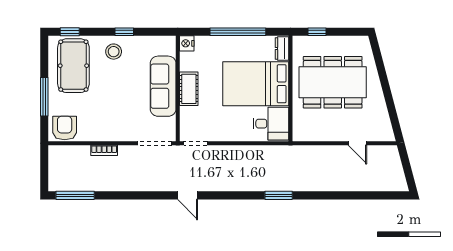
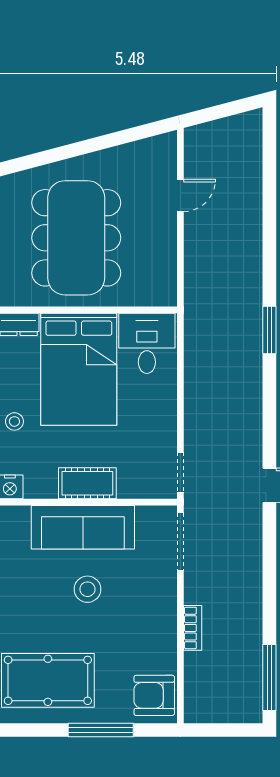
stool: (225, 46) -> (14, 421), added
stool: (114, 52) -> (87, 589), moved

